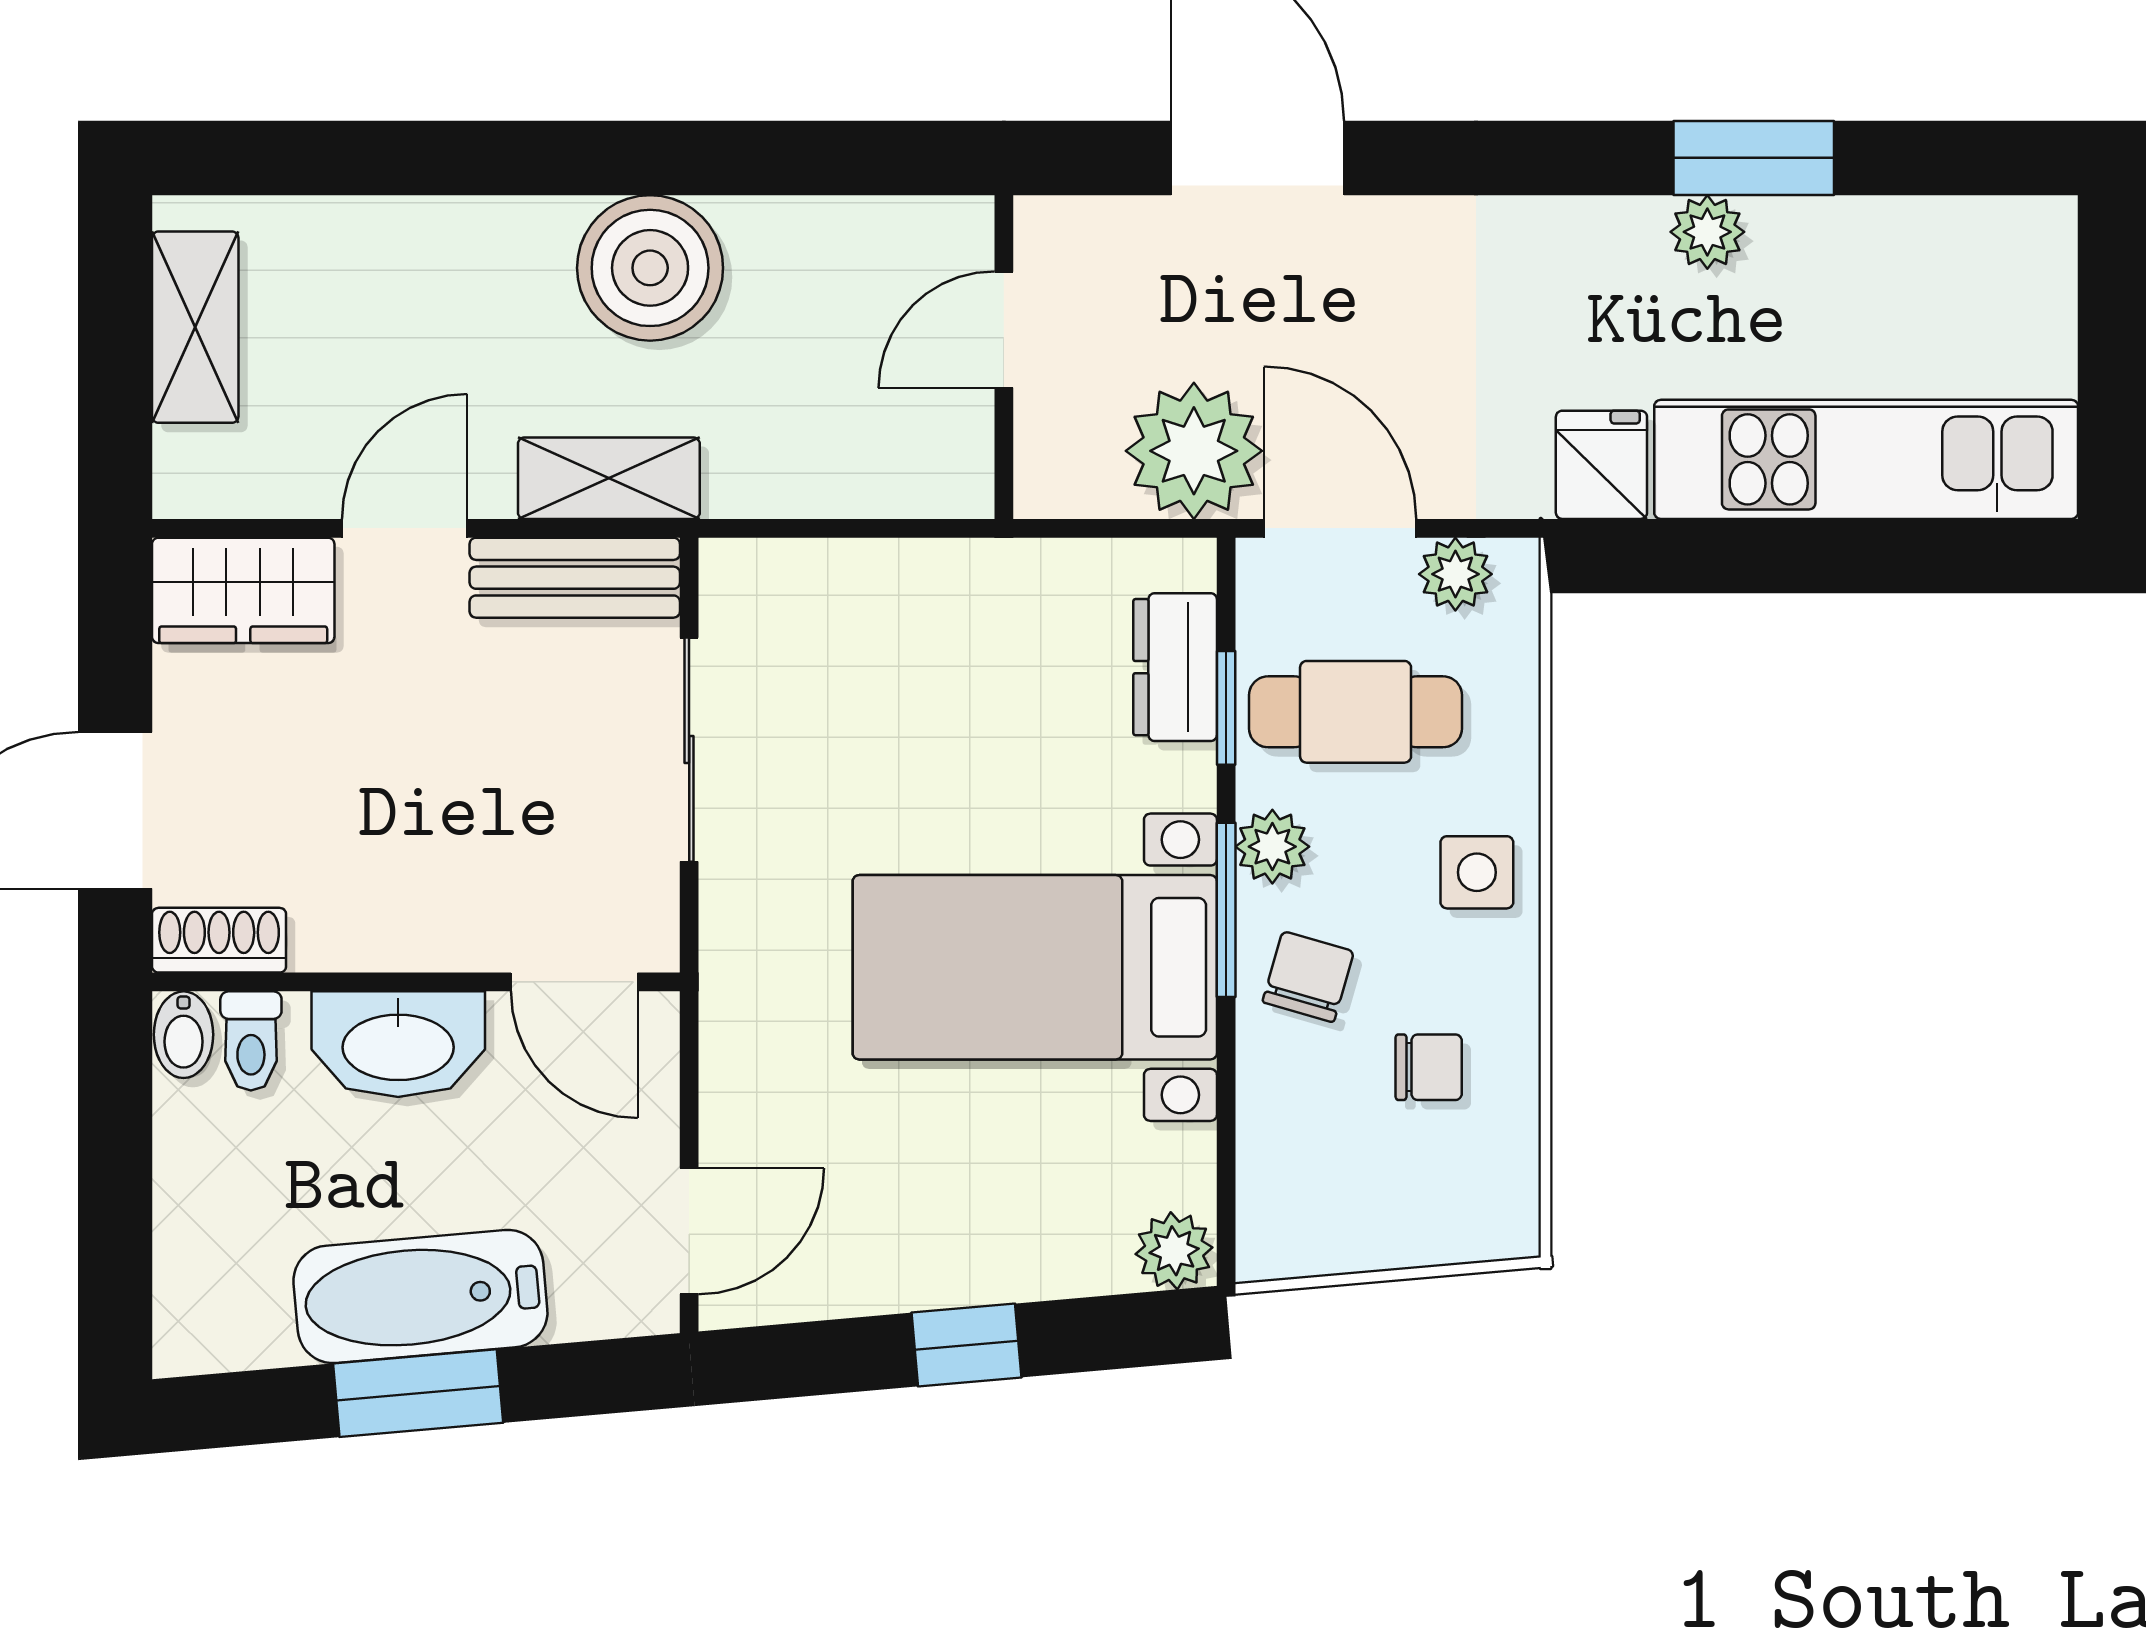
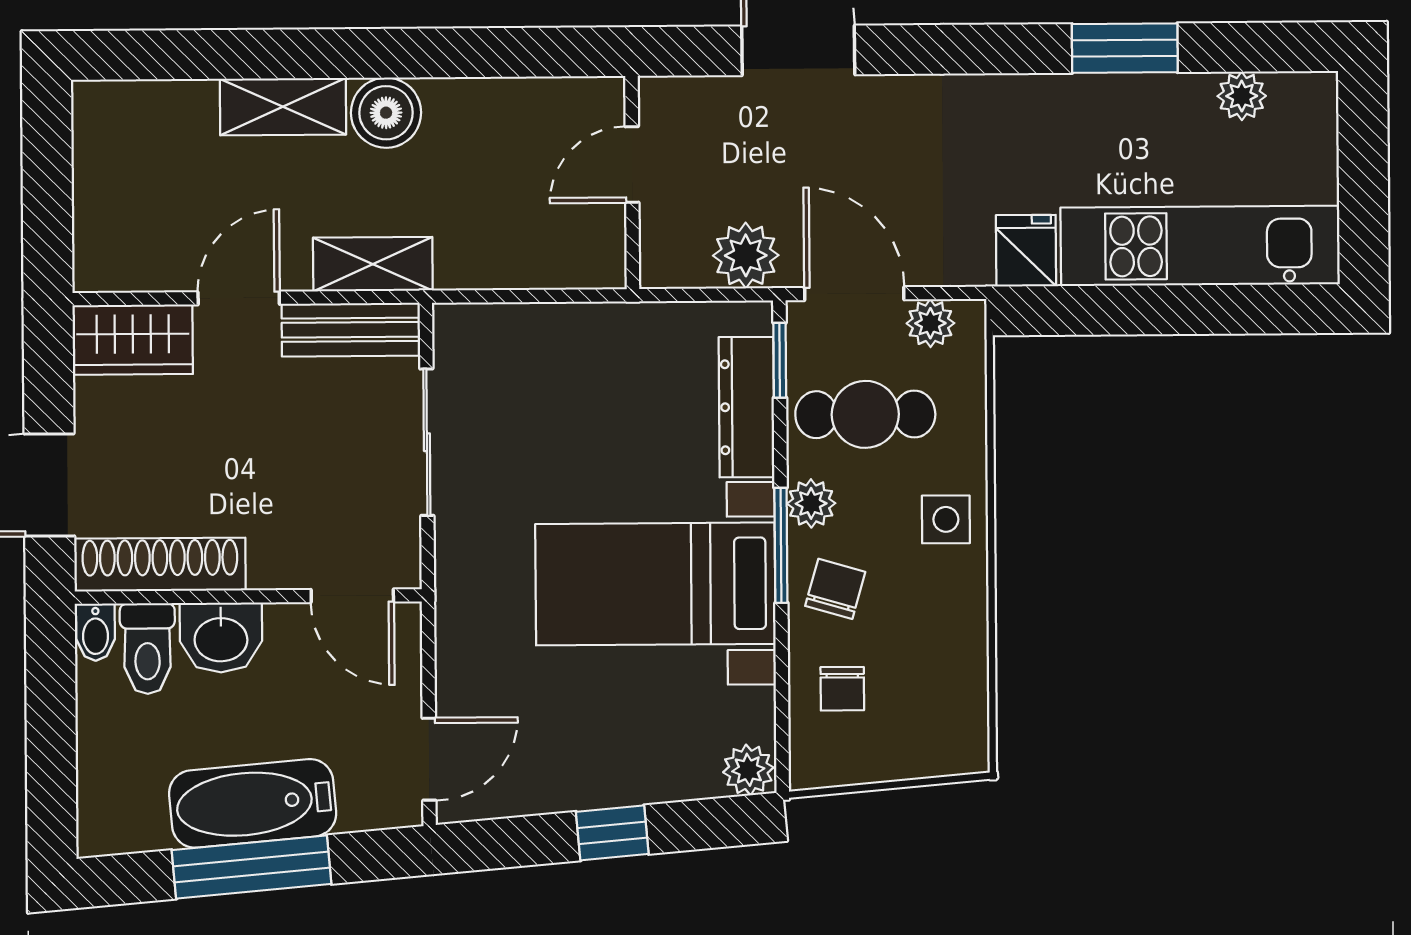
plant: (1707, 232) -> (1242, 96), moved
boiler: (650, 268) -> (386, 113), width x0.73, depth x0.73
shelving: (195, 327) -> (283, 107), moved, turned 90
plant: (1194, 451) -> (746, 255), width x0.73, depth x0.73
dresser: (1175, 667) -> (746, 407), width x1.44
window: (1226, 708) -> (780, 360), moved
shoe rack: (219, 940) -> (160, 565), width x1.94, depth x1.24
toilet: (251, 1041) -> (147, 649), width x1.37, depth x1.39
washbasin: (398, 1044) -> (221, 638), width x0.72
chair: (1429, 1067) -> (842, 689), moved, turned 90
window: (418, 1393) -> (252, 867), width x1.44

